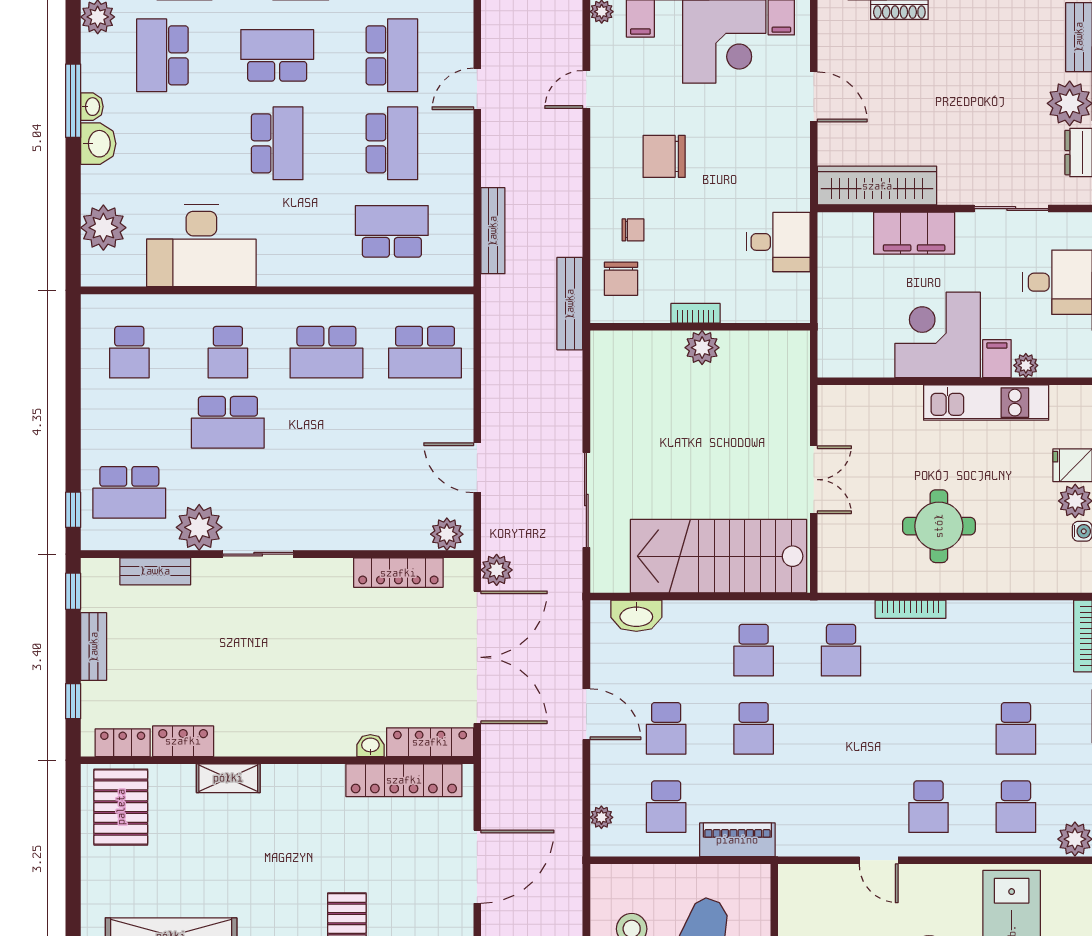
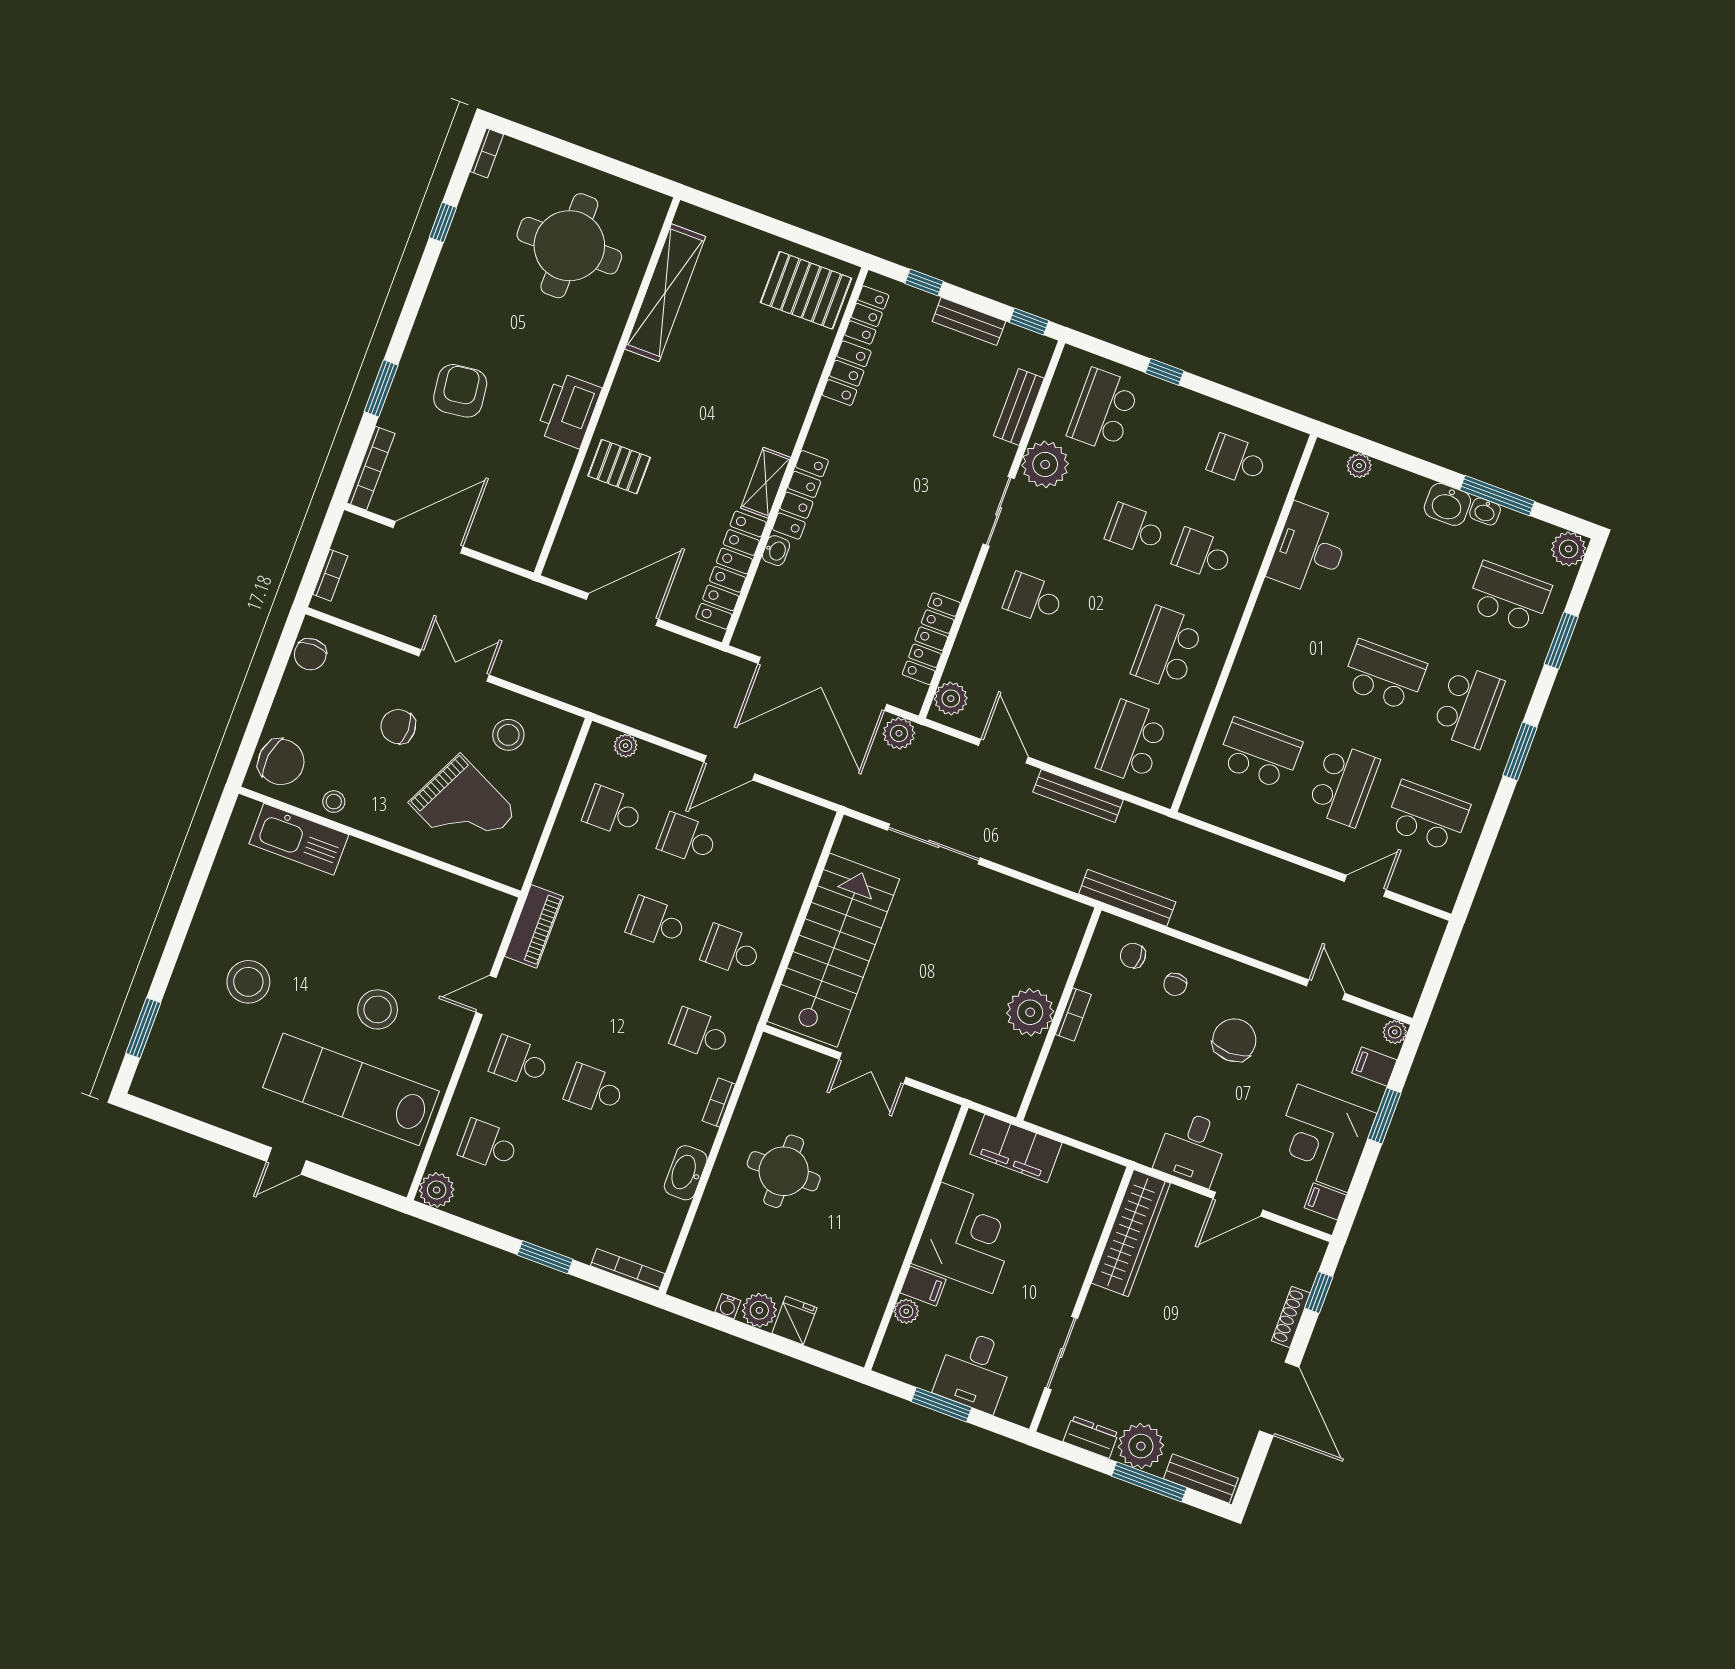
school desk: (392, 55) -> (1427, 816), turned 180
door: (477, 89) -> (1365, 886), hinge flipped
school desk: (277, 143) -> (1384, 675), turned 180
school desk: (392, 143) -> (1343, 785), turned -90
plant: (103, 228) -> (1359, 466), width x0.53, depth x0.53
school desk: (392, 231) -> (1259, 754), turned -90
bench: (493, 231) -> (1078, 796), moved
filing cabinet: (914, 233) -> (1016, 1148), moved, turned -90
desk: (778, 242) -> (1192, 1148), moved
desk: (201, 246) -> (1309, 549), width x0.73, depth x0.77
chair: (621, 279) -> (1133, 956), width x0.73, depth x0.73
plant: (702, 348) -> (1030, 1012), width x1.36, depth x1.36
kitchen unit: (986, 403) -> (885, 1260), removed
school desk: (228, 422) -> (1135, 529), width x0.54
door: (477, 468) -> (1003, 751), hinge flipped
school desk: (326, 492) -> (1033, 598), added
window: (73, 510) -> (1165, 372), moved
bookcase: (911, 609) -> (719, 1102), width x0.64
washbasin: (636, 616) -> (686, 1173), moved
school desk: (1016, 728) -> (594, 1089), moved
locker: (430, 742) -> (800, 495), moved
shelving: (228, 778) -> (766, 483), moved
piano: (737, 840) -> (534, 926), moved
door: (477, 867) -> (622, 609), swing flipped

